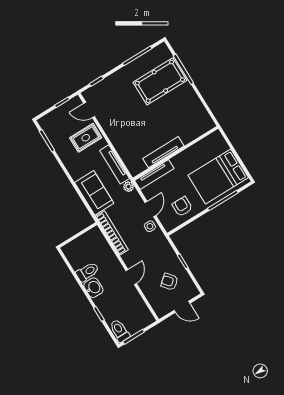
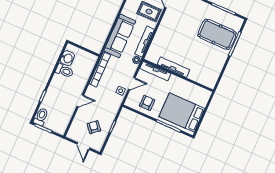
sofa: (94, 193) -> (120, 36), width x1.36
washbasin: (93, 288) -> (67, 58), moved

